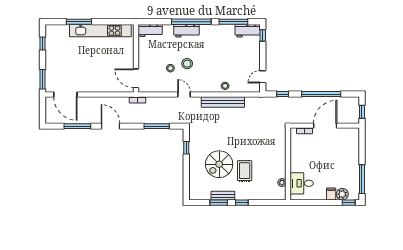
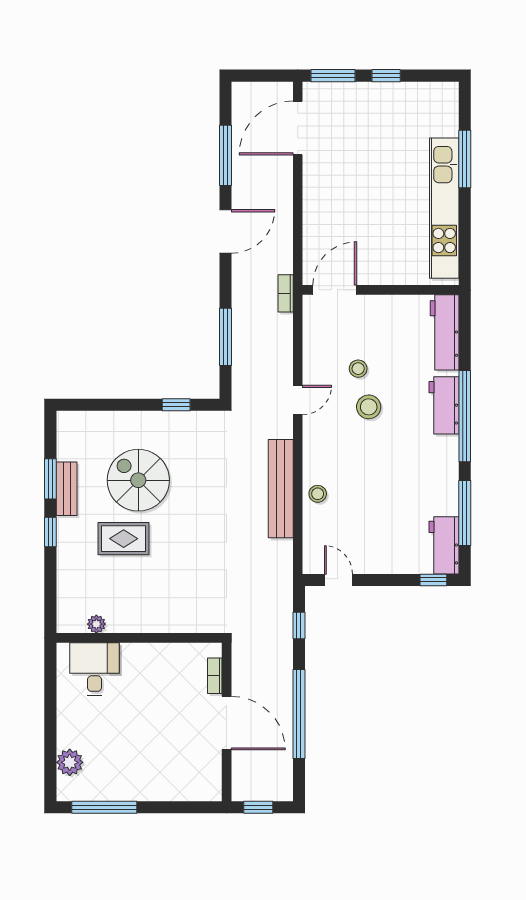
workbench: (150, 30) -> (445, 332), width x1.37
window: (42, 44) -> (386, 76), moved
filing cabinet: (331, 194) -> (70, 737), removed
window: (349, 203) -> (50, 777), removed

